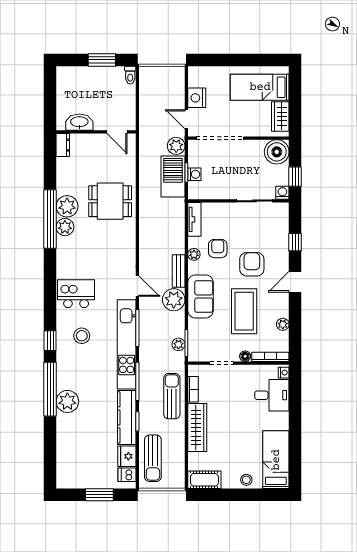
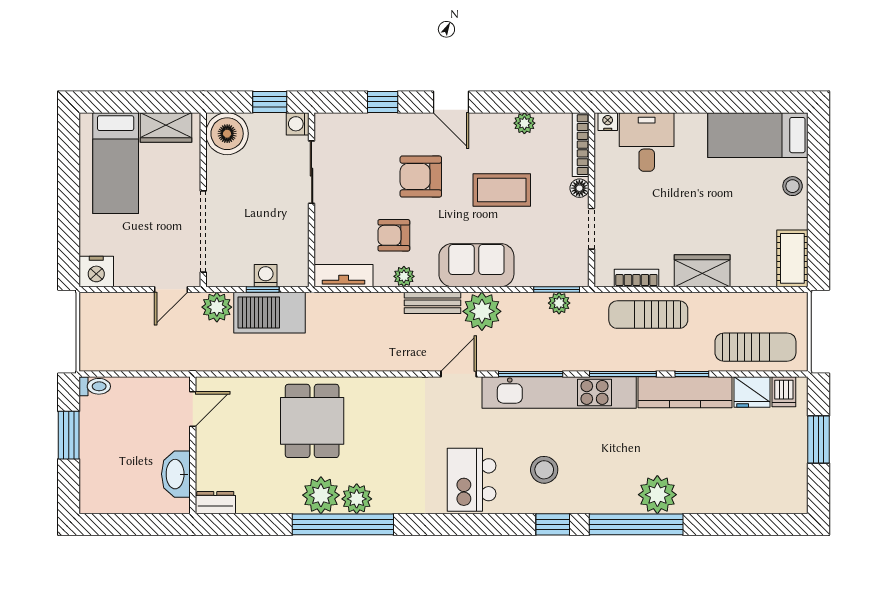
nightstand: (197, 98) -> (96, 271), moved
coffee table: (244, 311) -> (502, 190), width x0.73, depth x0.76
wardrobe: (197, 427) -> (702, 271), width x0.67

